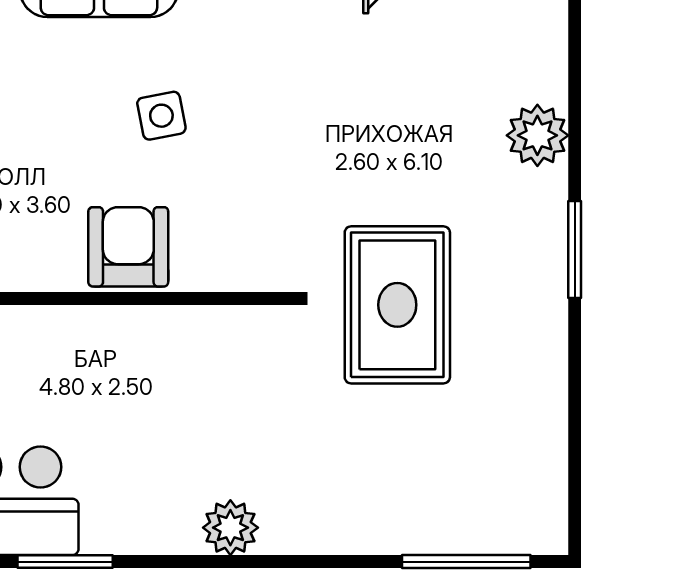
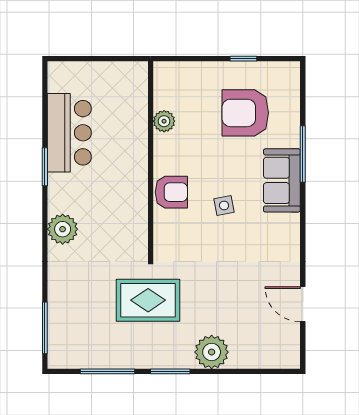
plant: (537, 135) -> (212, 352), width x1.36, depth x1.36
window: (575, 406) -> (107, 371), added
plant: (230, 528) -> (63, 229), width x1.36, depth x1.36

